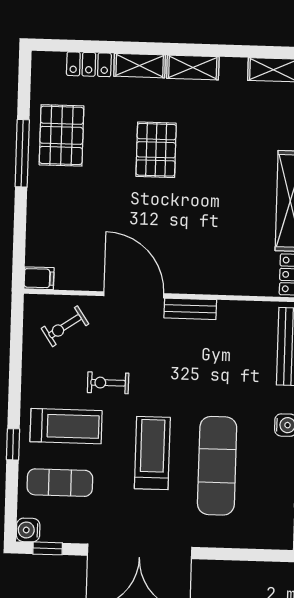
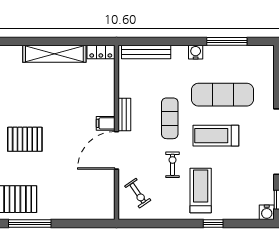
filing cabinet: (39, 278) -> (106, 123), moved, turned -90
exercise bike: (108, 383) -> (173, 165), turned 180
exercise mat: (60, 483) -> (170, 118), moved

